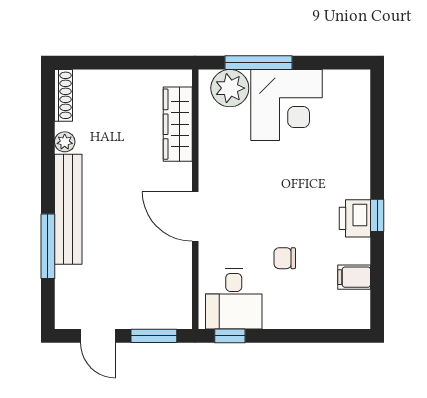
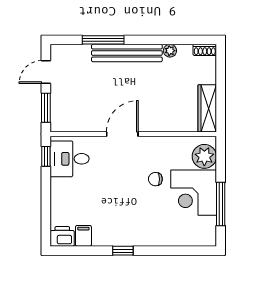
window: (258, 63) -> (221, 204), moved
shoe rack: (63, 95) -> (205, 50), width x0.70
wardrobe: (178, 124) -> (207, 108), moved, turned -90
printer: (355, 218) -> (62, 236), moved
chair: (285, 258) -> (155, 179), moved, turned -90

